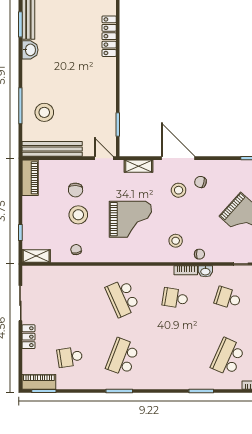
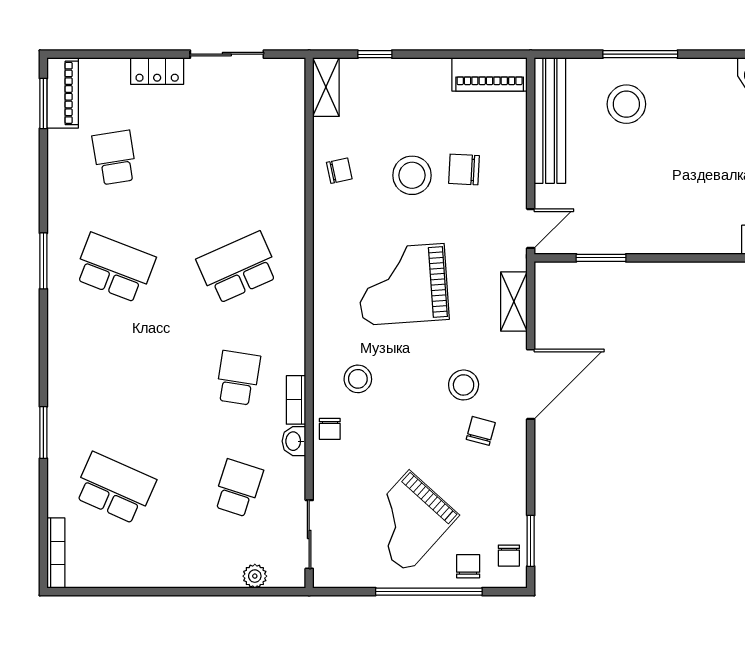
grand piano: (130, 219) -> (403, 284), turned 86

